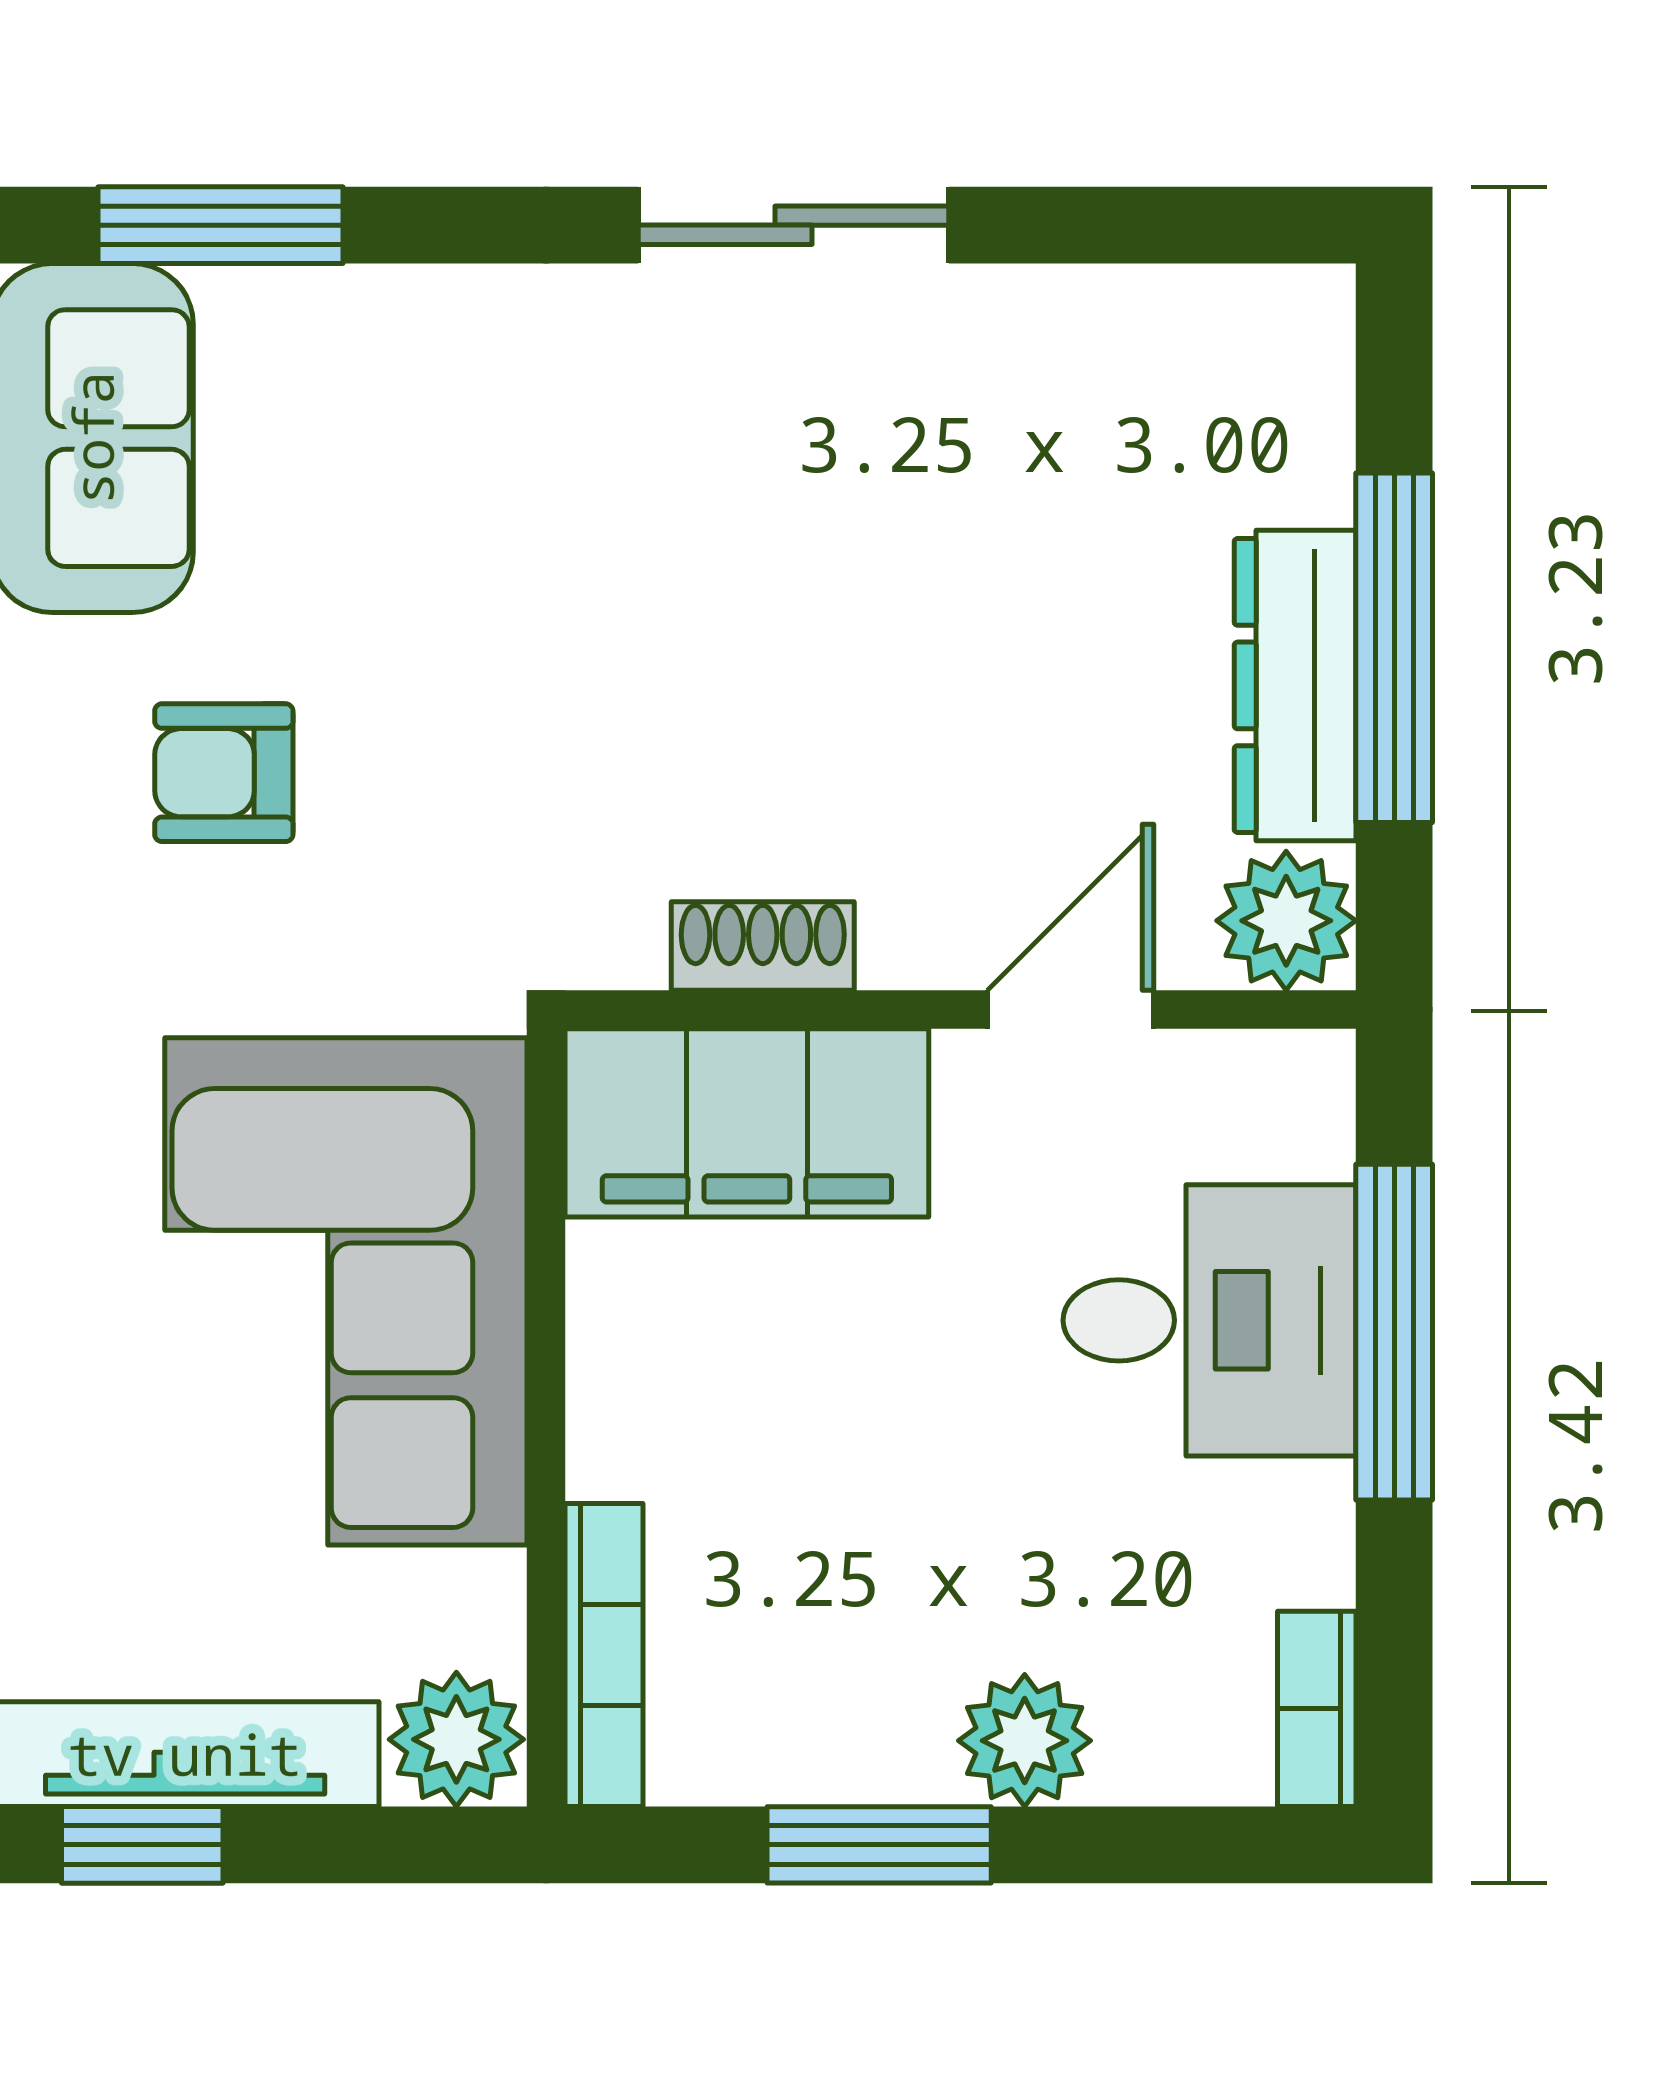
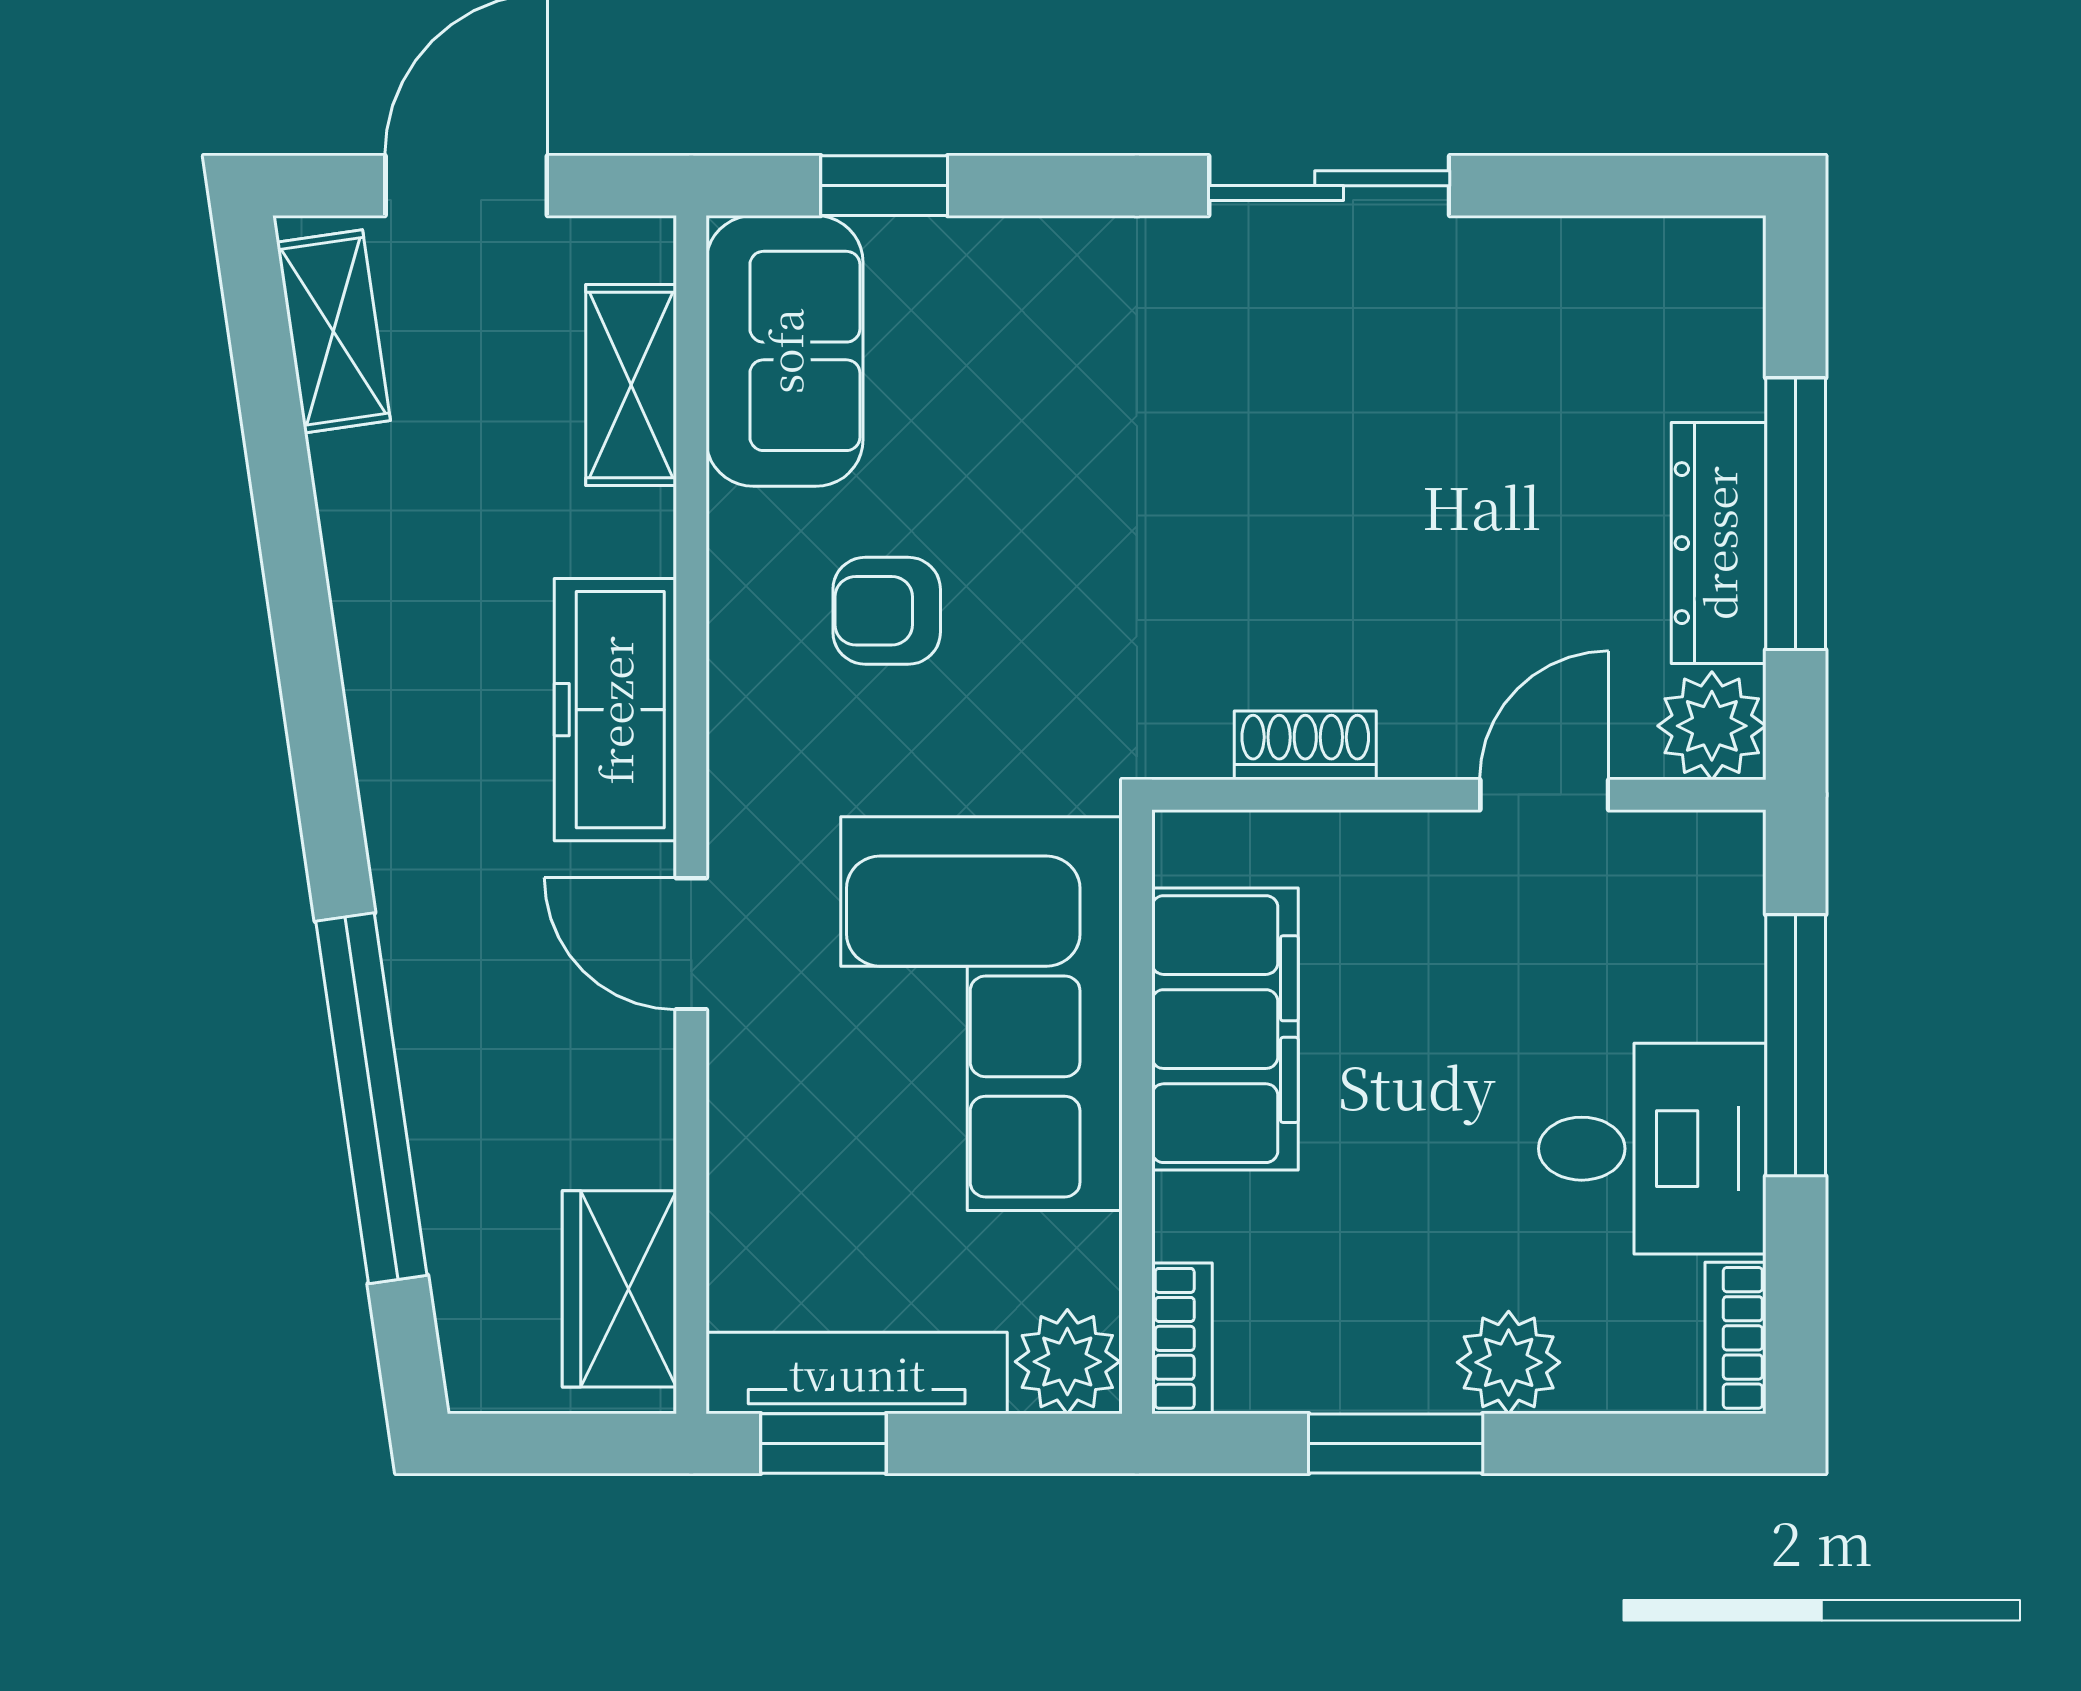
window: (221, 225) -> (884, 186), width x0.67
filing cabinet: (747, 1123) -> (1225, 1029), moved, turned -90
desk: (1210, 1320) -> (1652, 1149), moved
bookcase: (604, 1655) -> (1182, 1338), width x0.64

